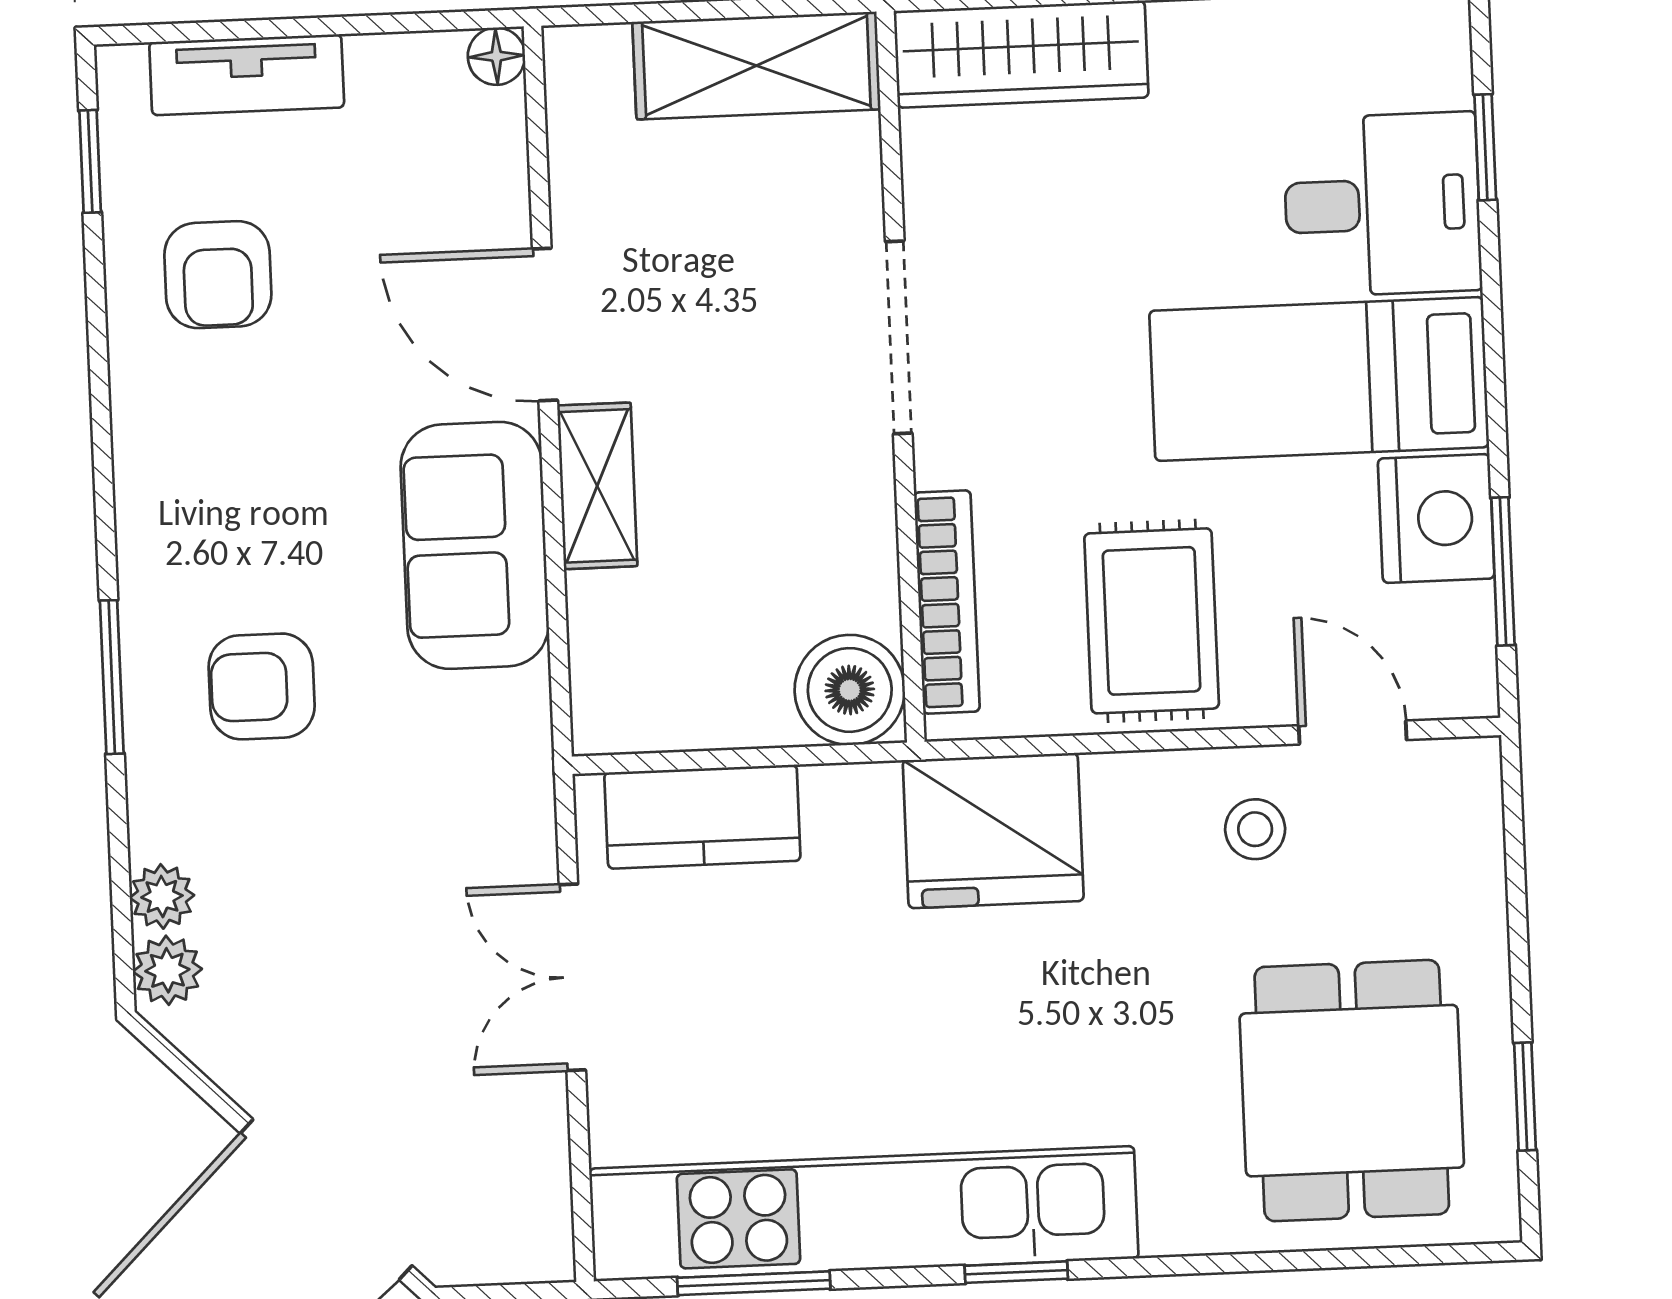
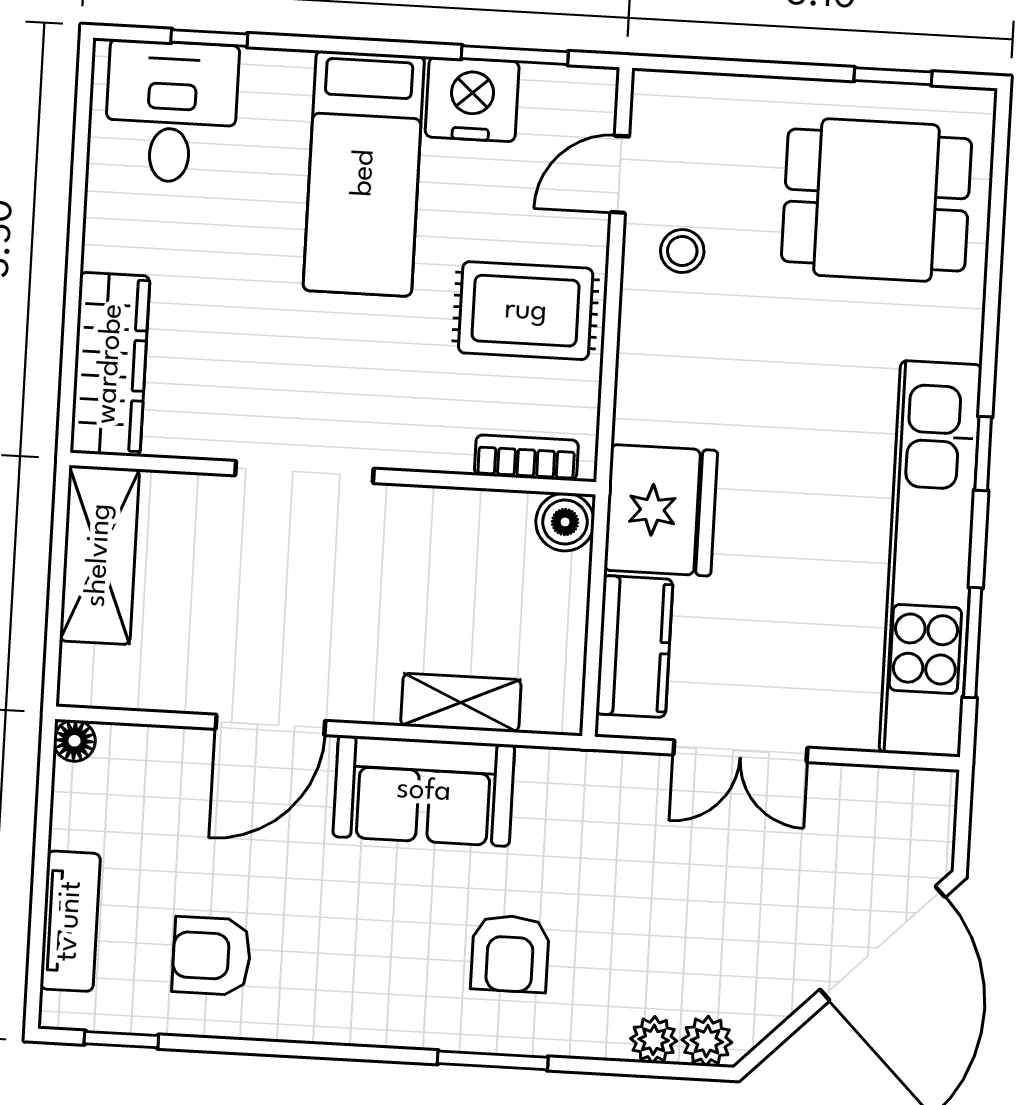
desk: (1382, 204) -> (171, 112), moved
armchair: (218, 275) -> (212, 956), turned 180
shelving: (597, 486) -> (461, 703), moved
bookcase: (947, 602) -> (526, 458), width x0.64
boiler: (850, 690) -> (565, 522), width x0.73, depth x0.73
fridge: (993, 831) -> (661, 510), moved

